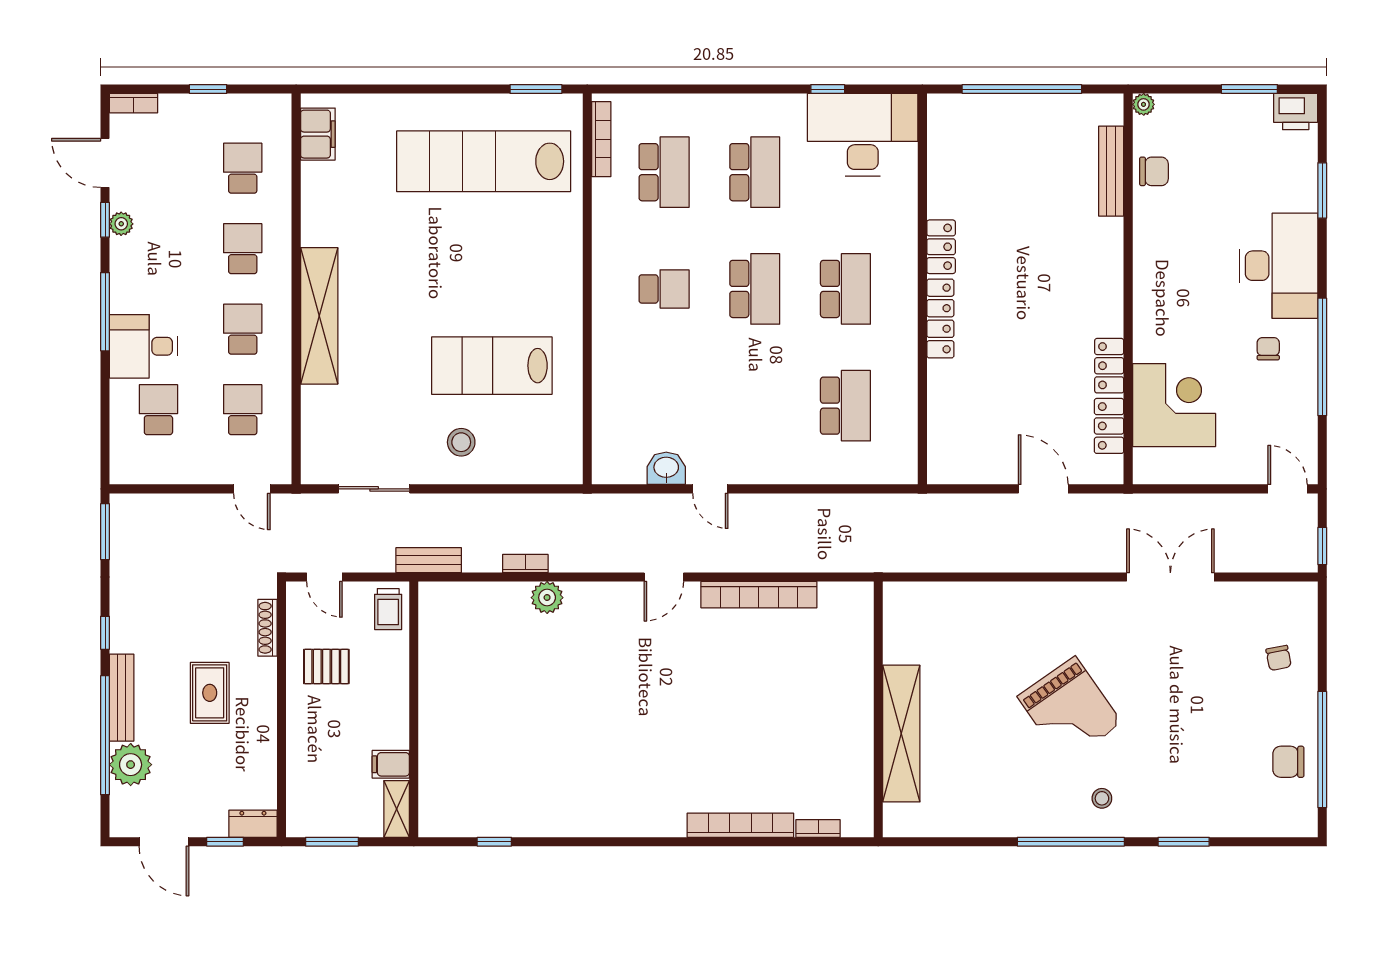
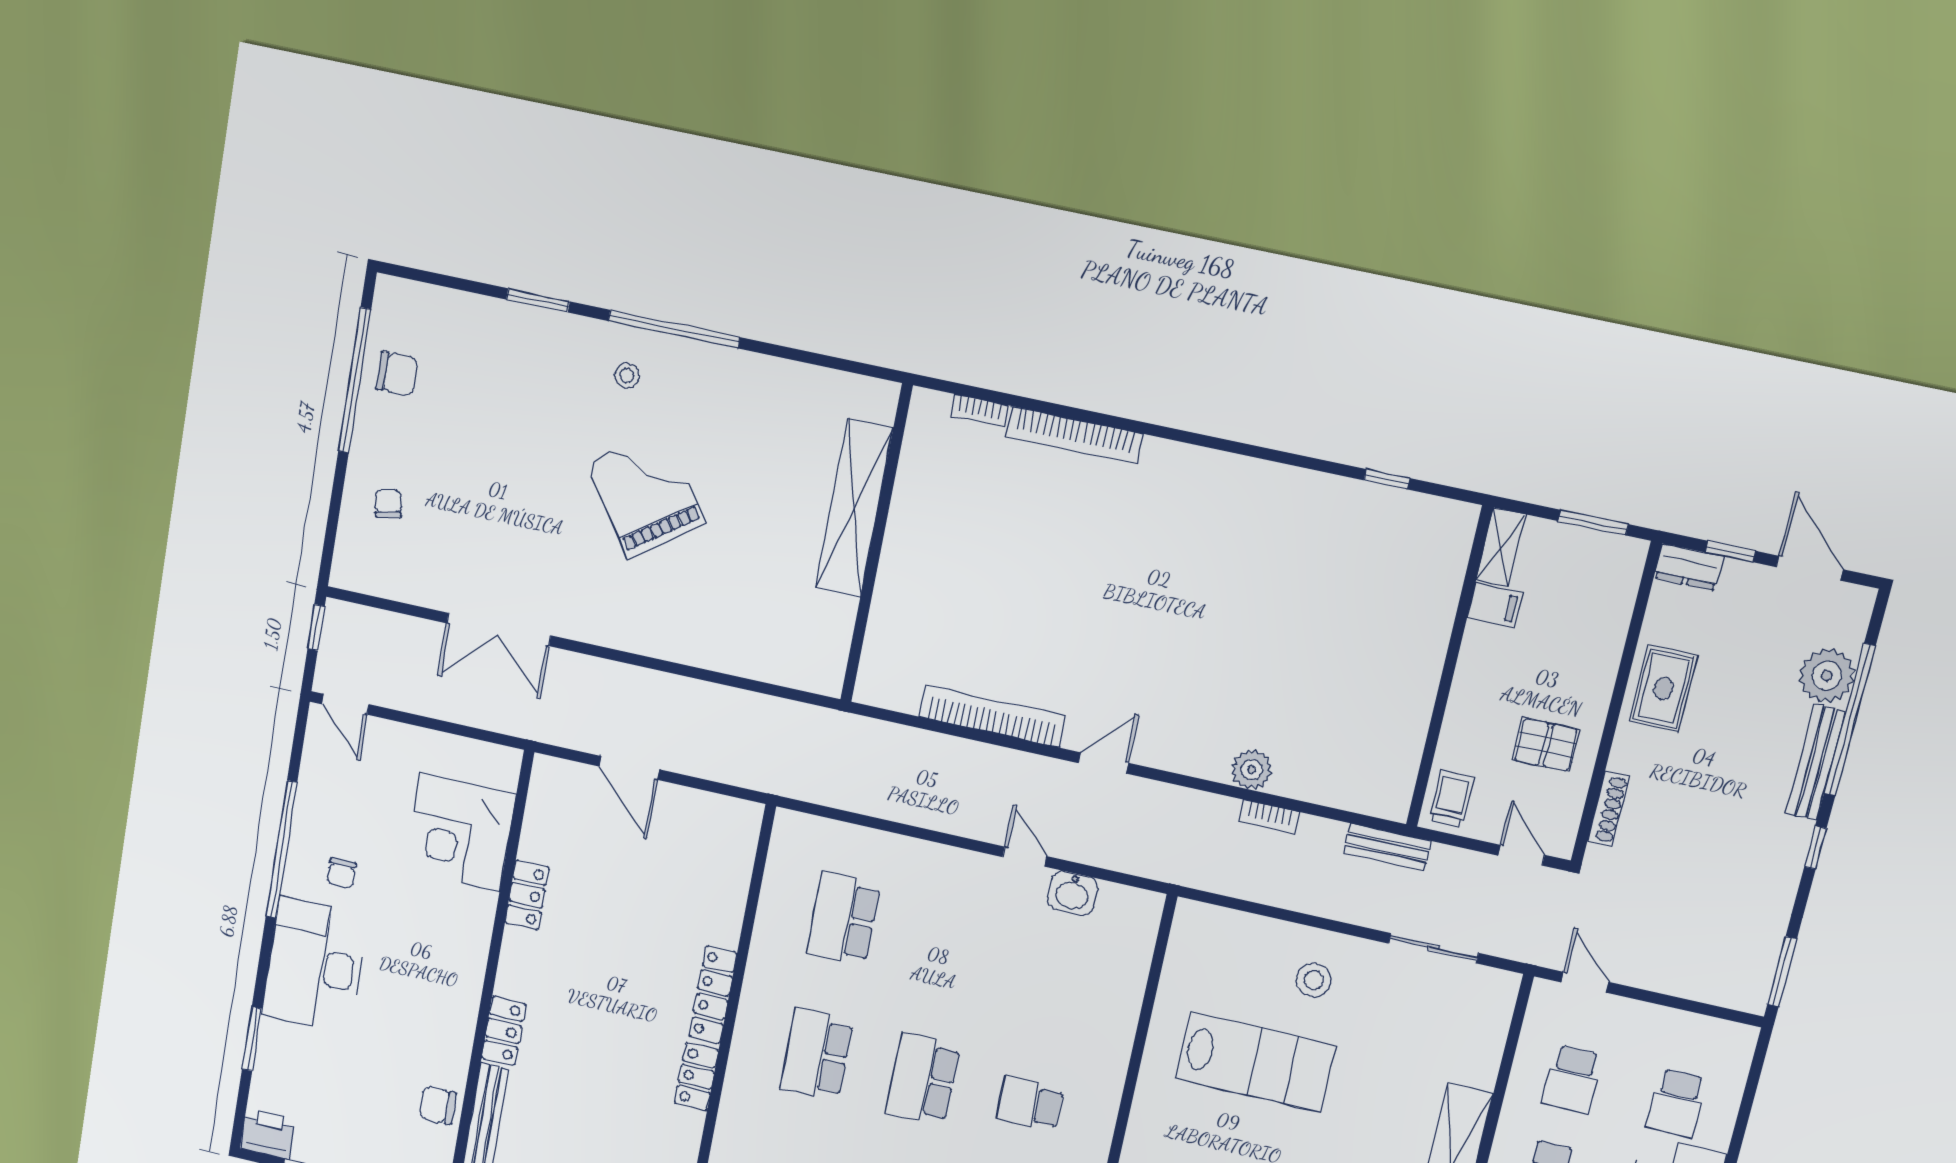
locker: (1109, 426) -> (504, 1031), moved
rug: (210, 693) -> (1663, 689), moved

